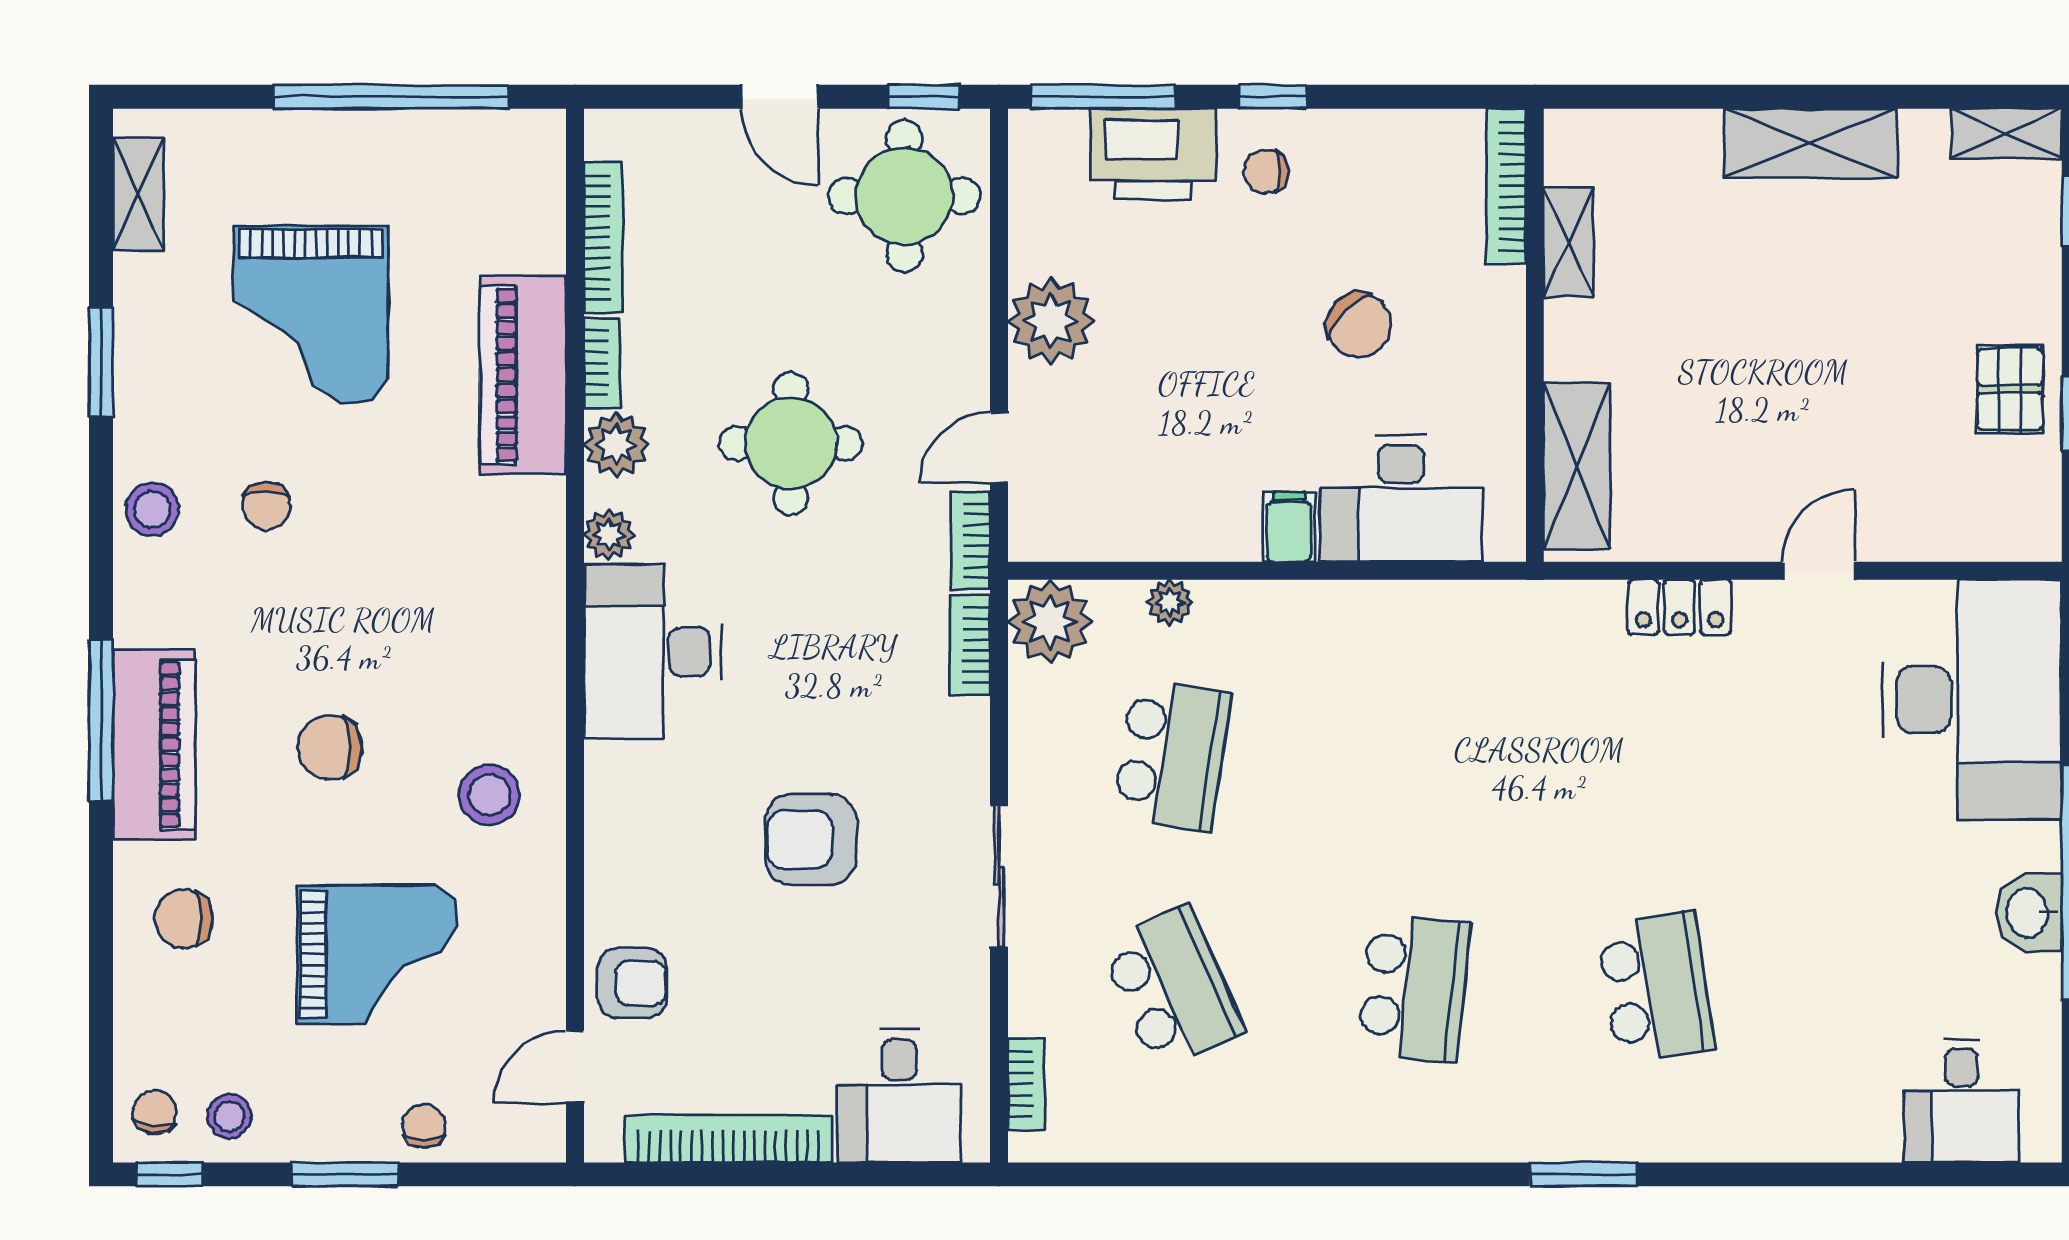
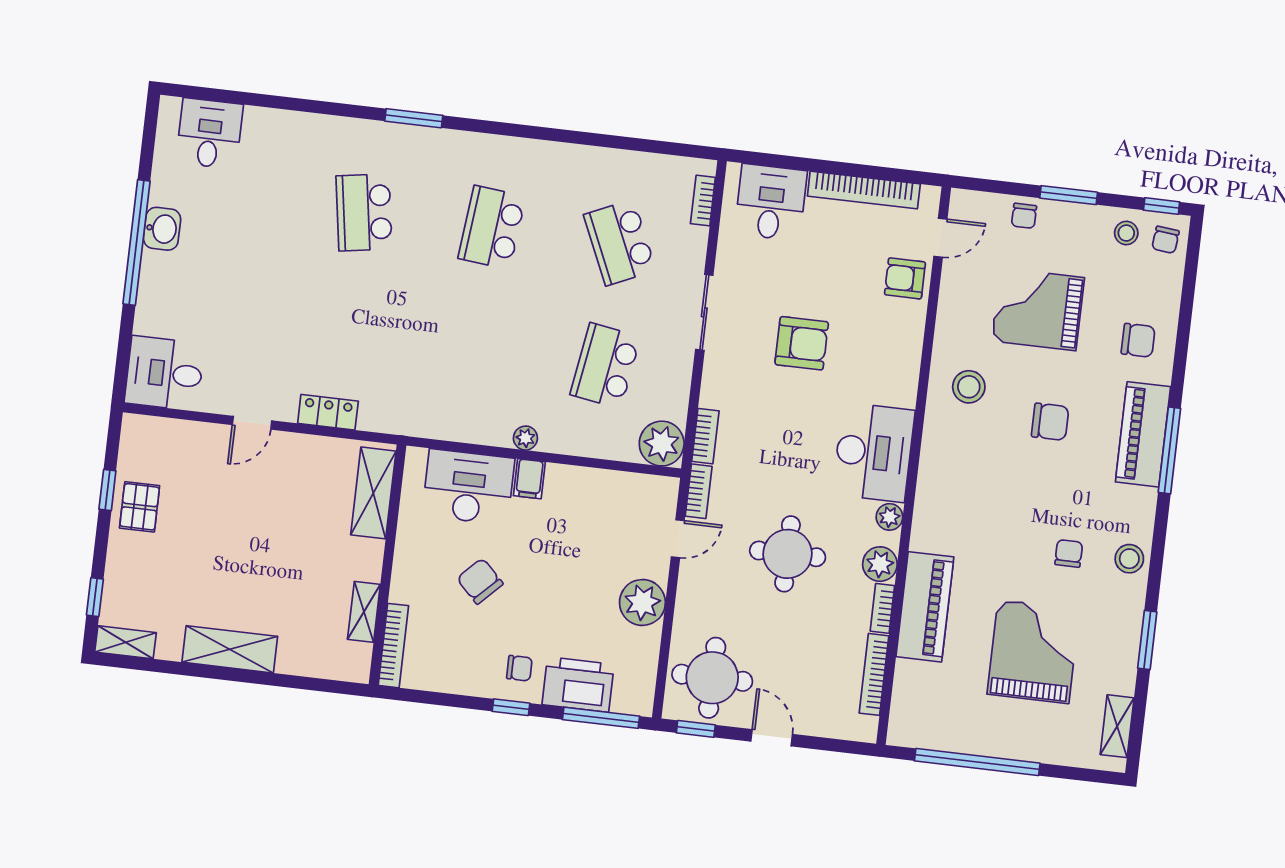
plant: (1170, 602) -> (525, 438), moved
desk: (1972, 700) -> (164, 373), width x0.53, depth x0.77

